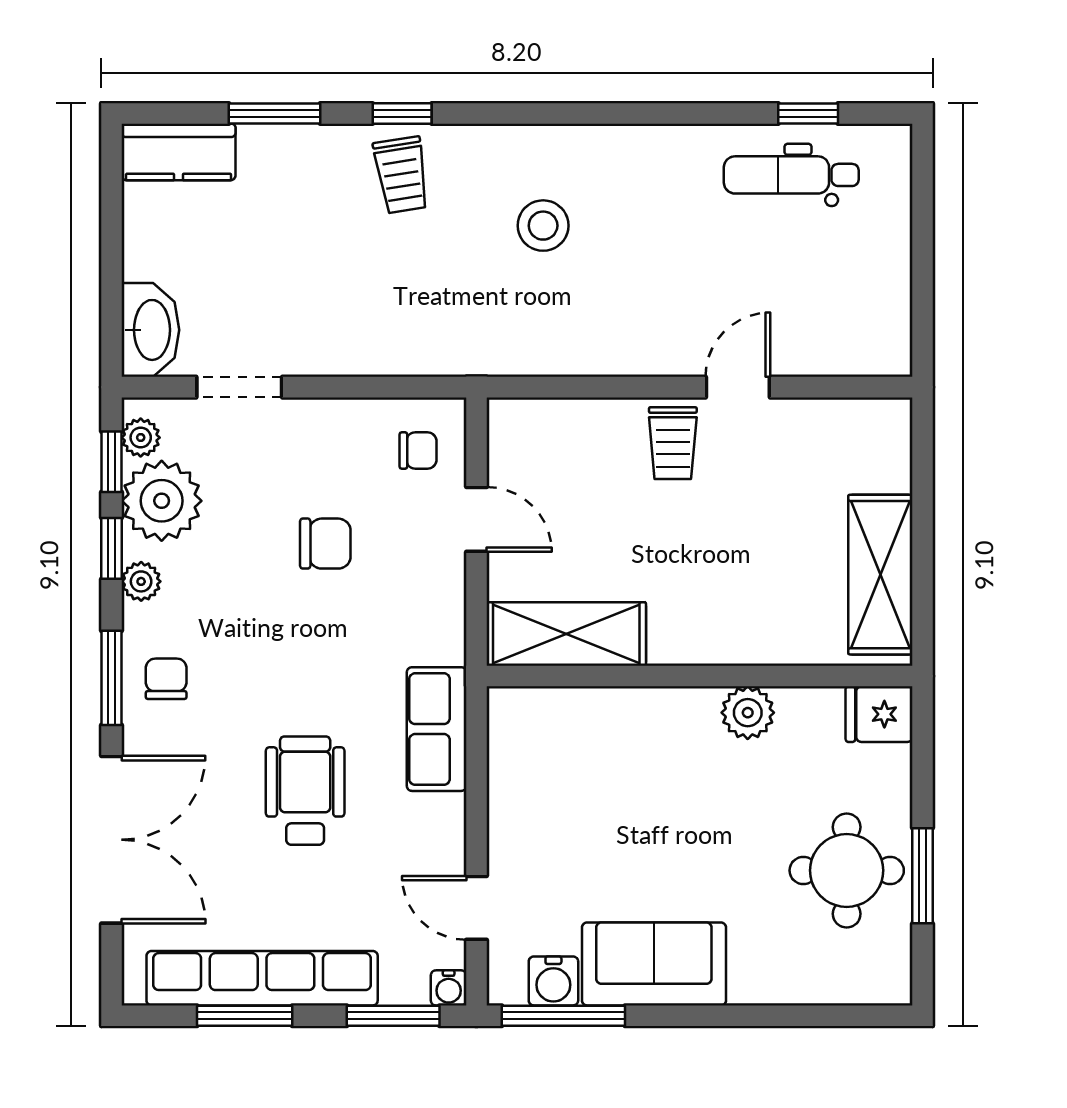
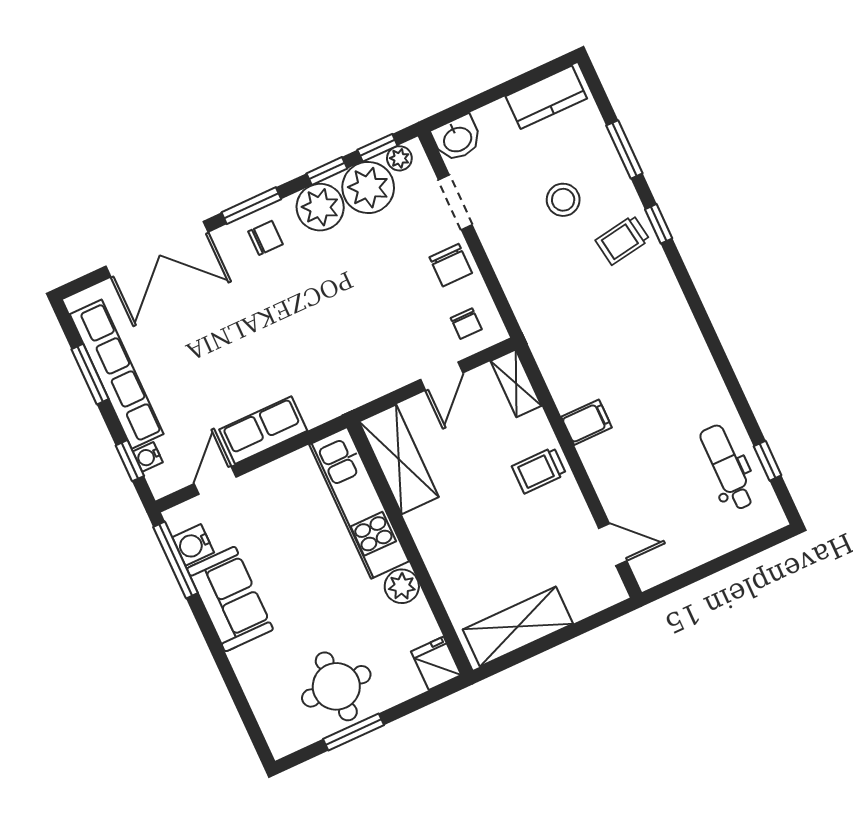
kitchen counter: (178, 152) -> (546, 97), moved, turned -90
stool: (543, 226) -> (563, 200), moved
washbasin: (150, 330) -> (457, 139), width x0.72
filing cabinet: (636, 345) -> (586, 422), added
door: (738, 387) -> (613, 545), moved
shelving: (535, 419) -> (516, 383), added
chair: (325, 544) -> (451, 265), moved
plant: (141, 581) -> (320, 207), width x1.88, depth x1.88
kitchen unit: (602, 719) -> (359, 503), added
row of seats: (437, 729) -> (263, 430), moved
wheelchair: (305, 791) -> (238, 349), removed
water cooler: (449, 988) -> (148, 457), moved
window: (393, 1016) -> (130, 461), width x0.67

